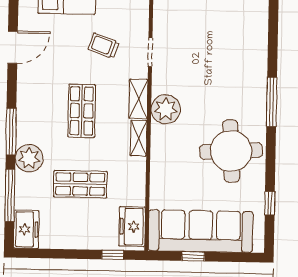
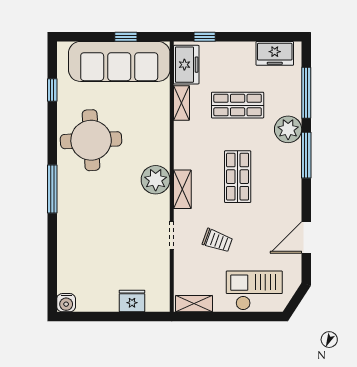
shelving: (139, 138) -> (181, 103), moved
freezer: (26, 229) -> (275, 53), moved, turned -90

